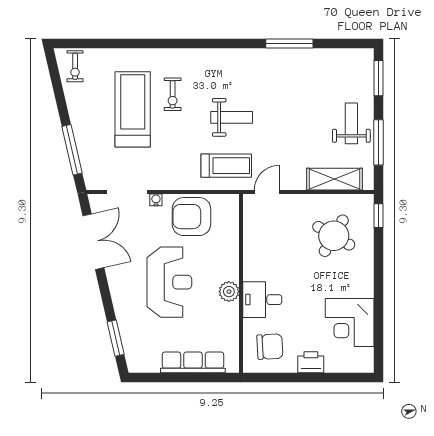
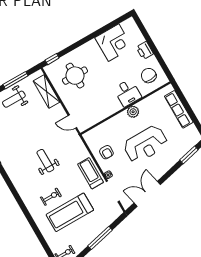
window: (72, 150) -> (100, 238), moved
treadmill: (226, 166) -> (91, 173), moved
armchair: (191, 217) -> (106, 152), width x0.53, depth x0.53
round table: (334, 236) -> (75, 76), turned -30
reception desk: (169, 282) -> (146, 144), turned 180

